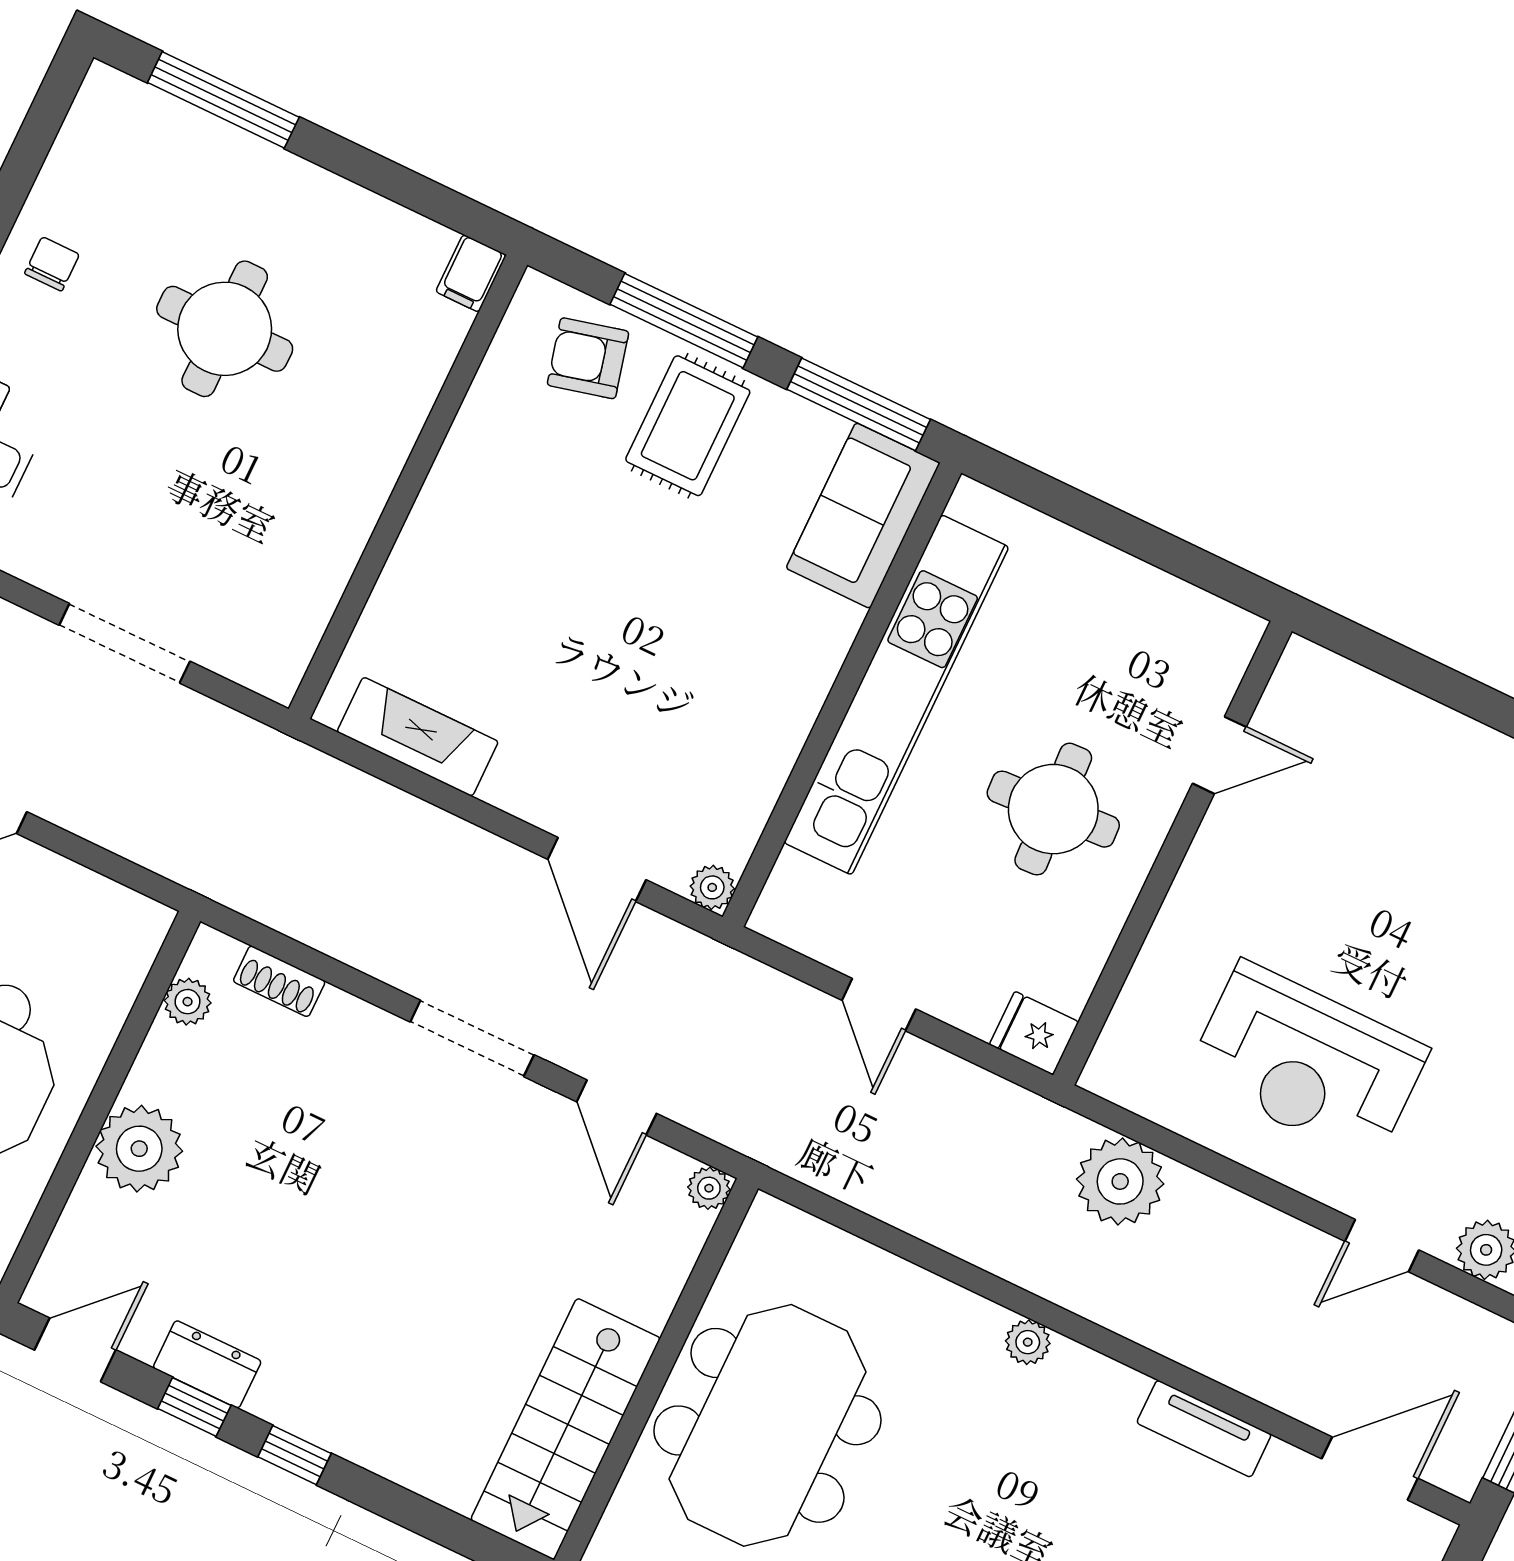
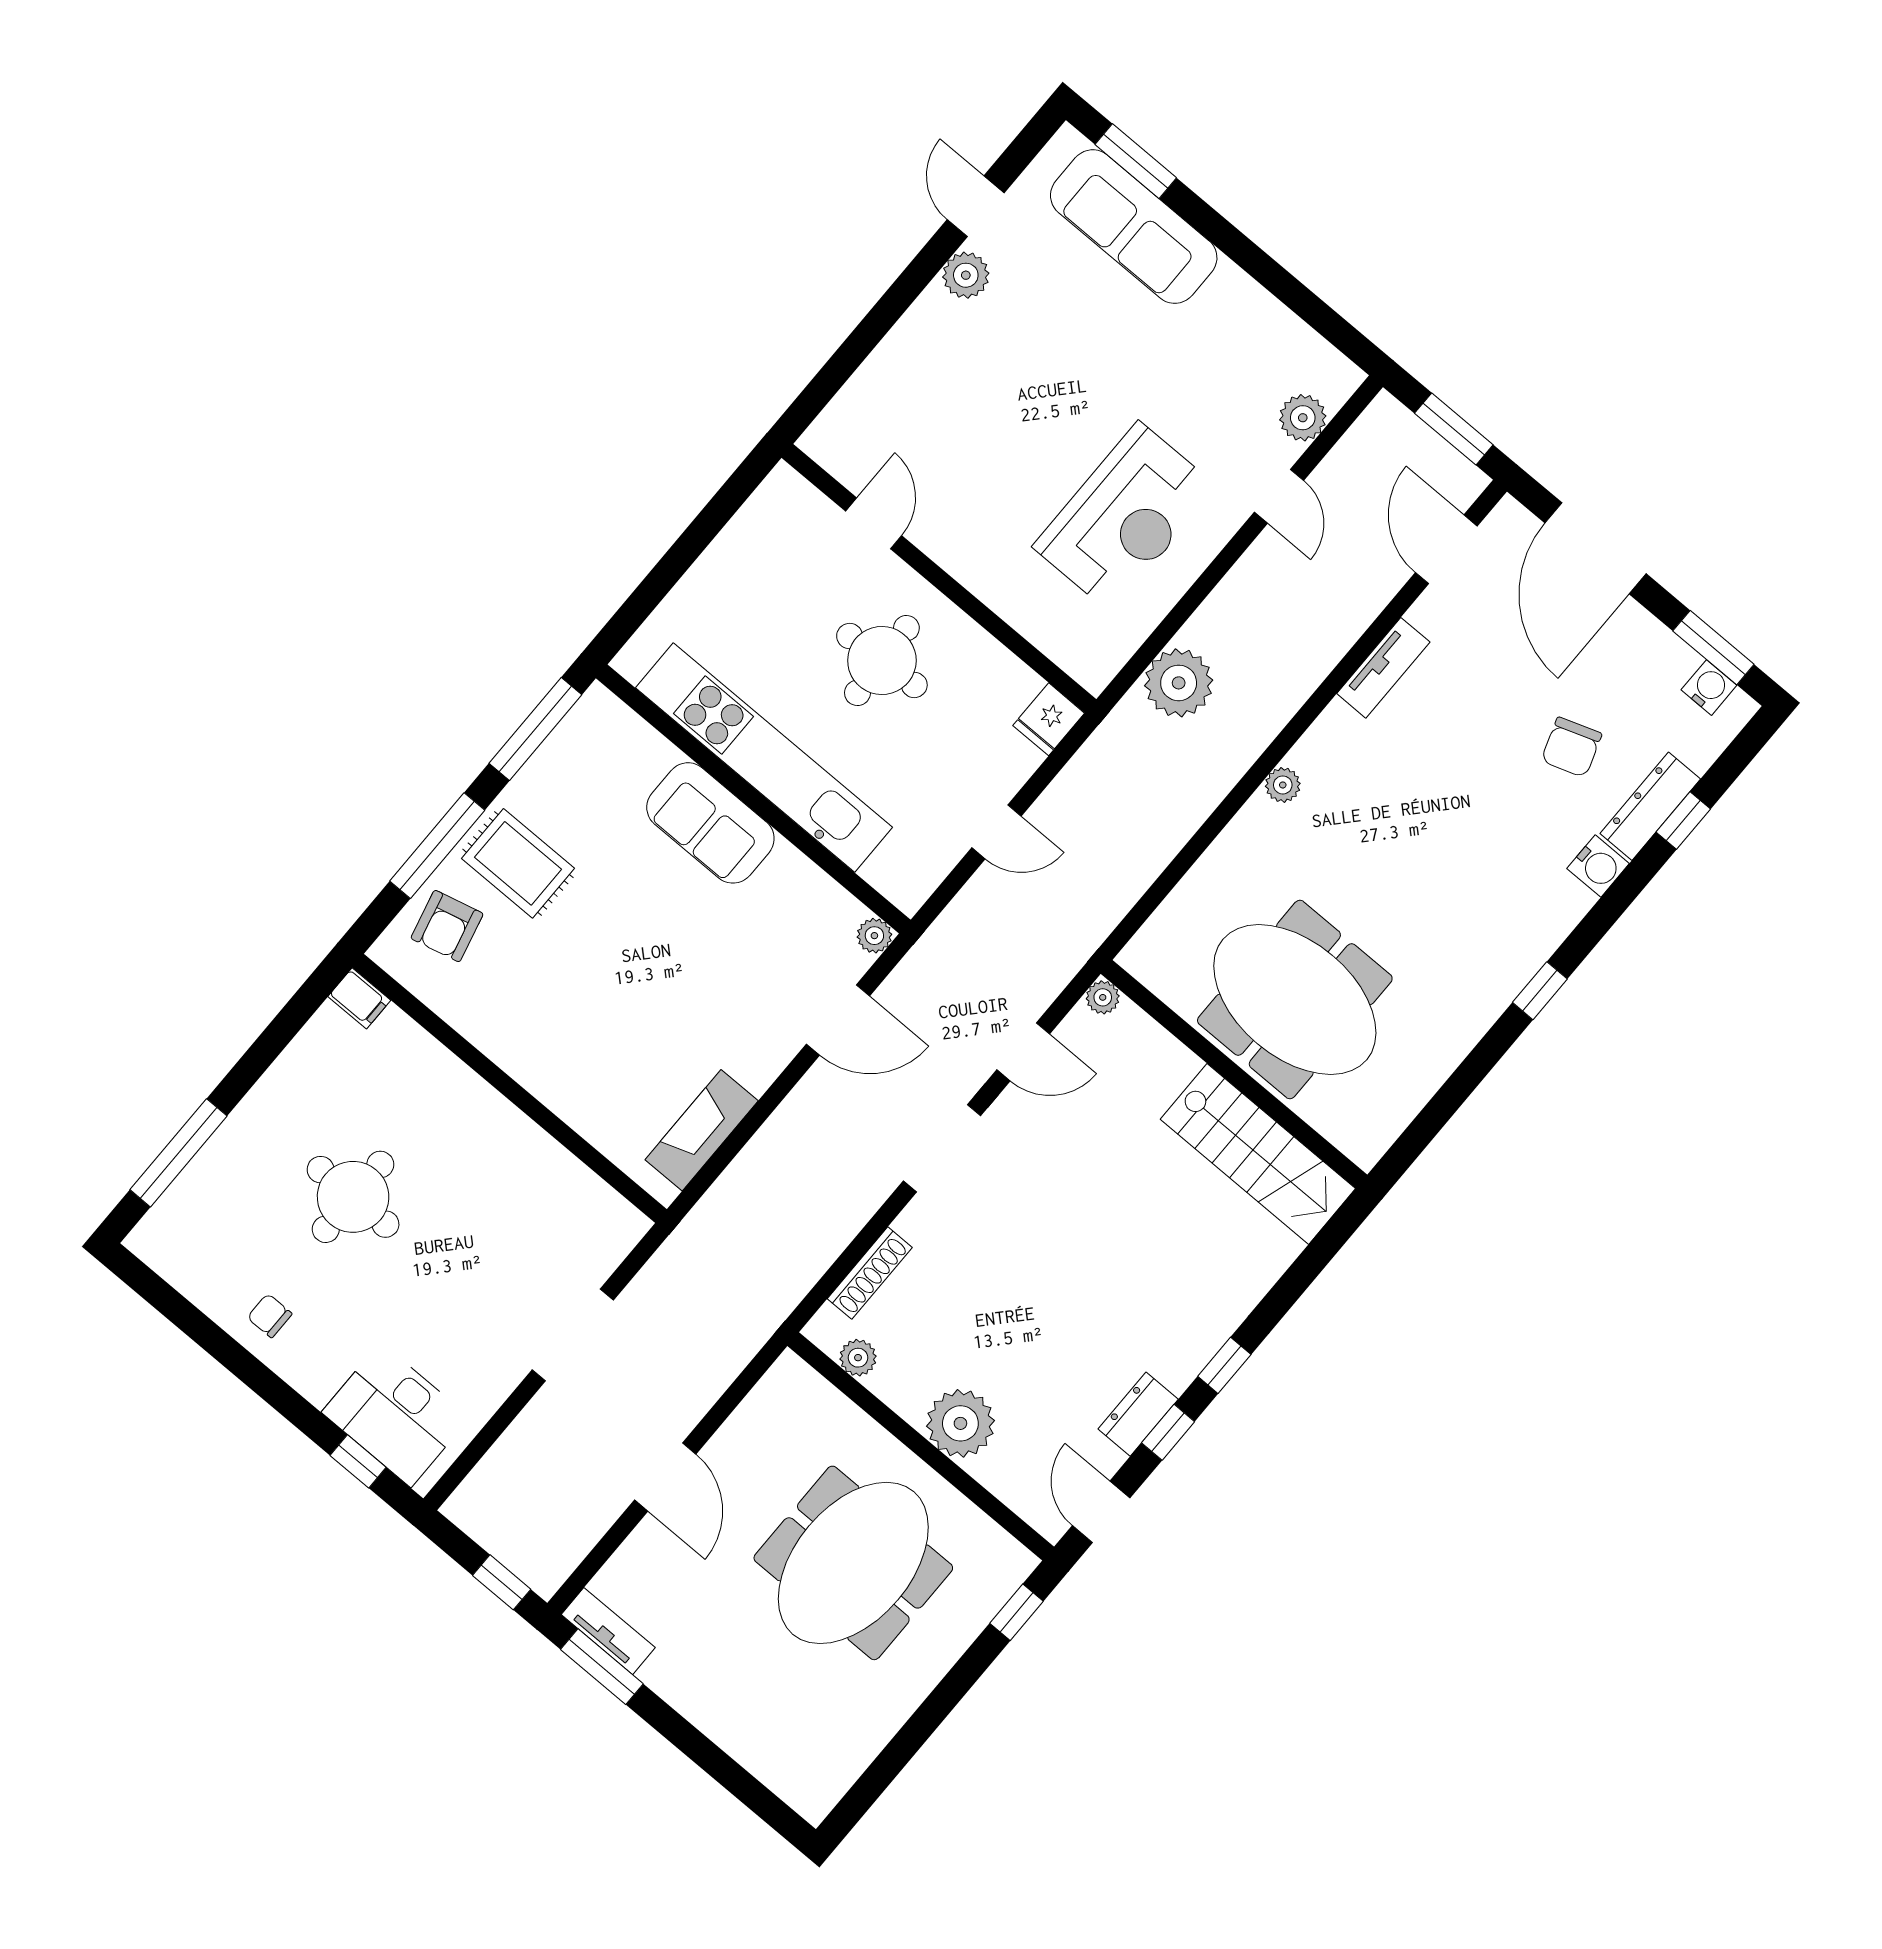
sofa: (863, 516) -> (710, 823), moved
shoe rack: (279, 981) -> (870, 1273), width x1.43

